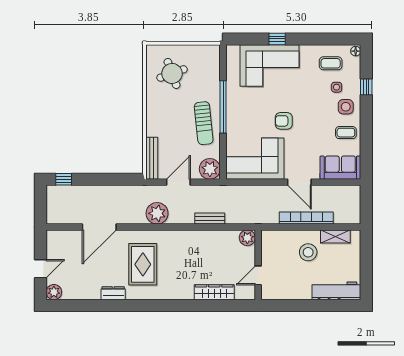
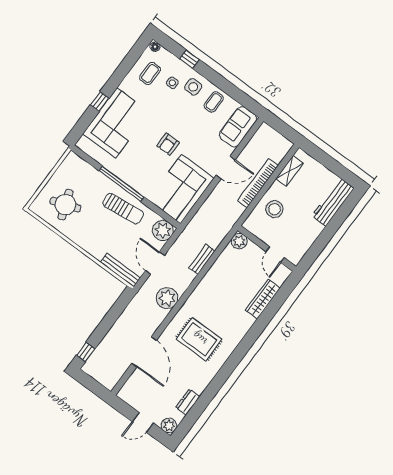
stool: (308, 252) -> (274, 209), moved
door: (41, 269) -> (143, 422), swing flipped
dresser: (113, 293) -> (188, 402), moved

